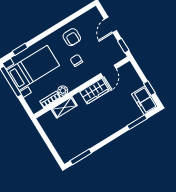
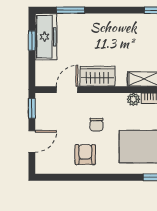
freezer: (145, 100) -> (46, 37), width x1.40

